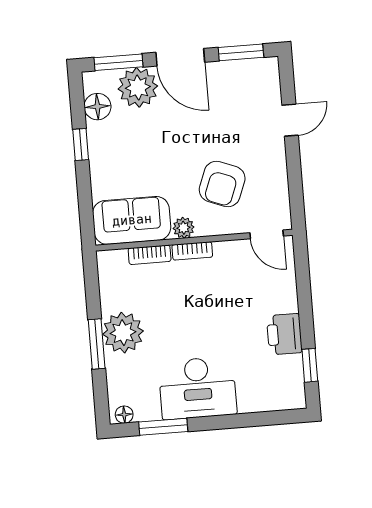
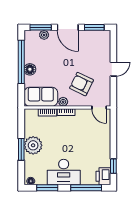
plant: (138, 87) -> (44, 35), width x0.53, depth x0.53
floor lamp: (97, 107) -> (30, 69), moved
door: (290, 120) -> (113, 69), moved
window: (81, 145) -> (21, 62), width x3.17
armchair: (222, 184) -> (81, 84), turned 95
printer: (284, 334) -> (103, 176), moved
window: (252, 420) -> (86, 188), added

